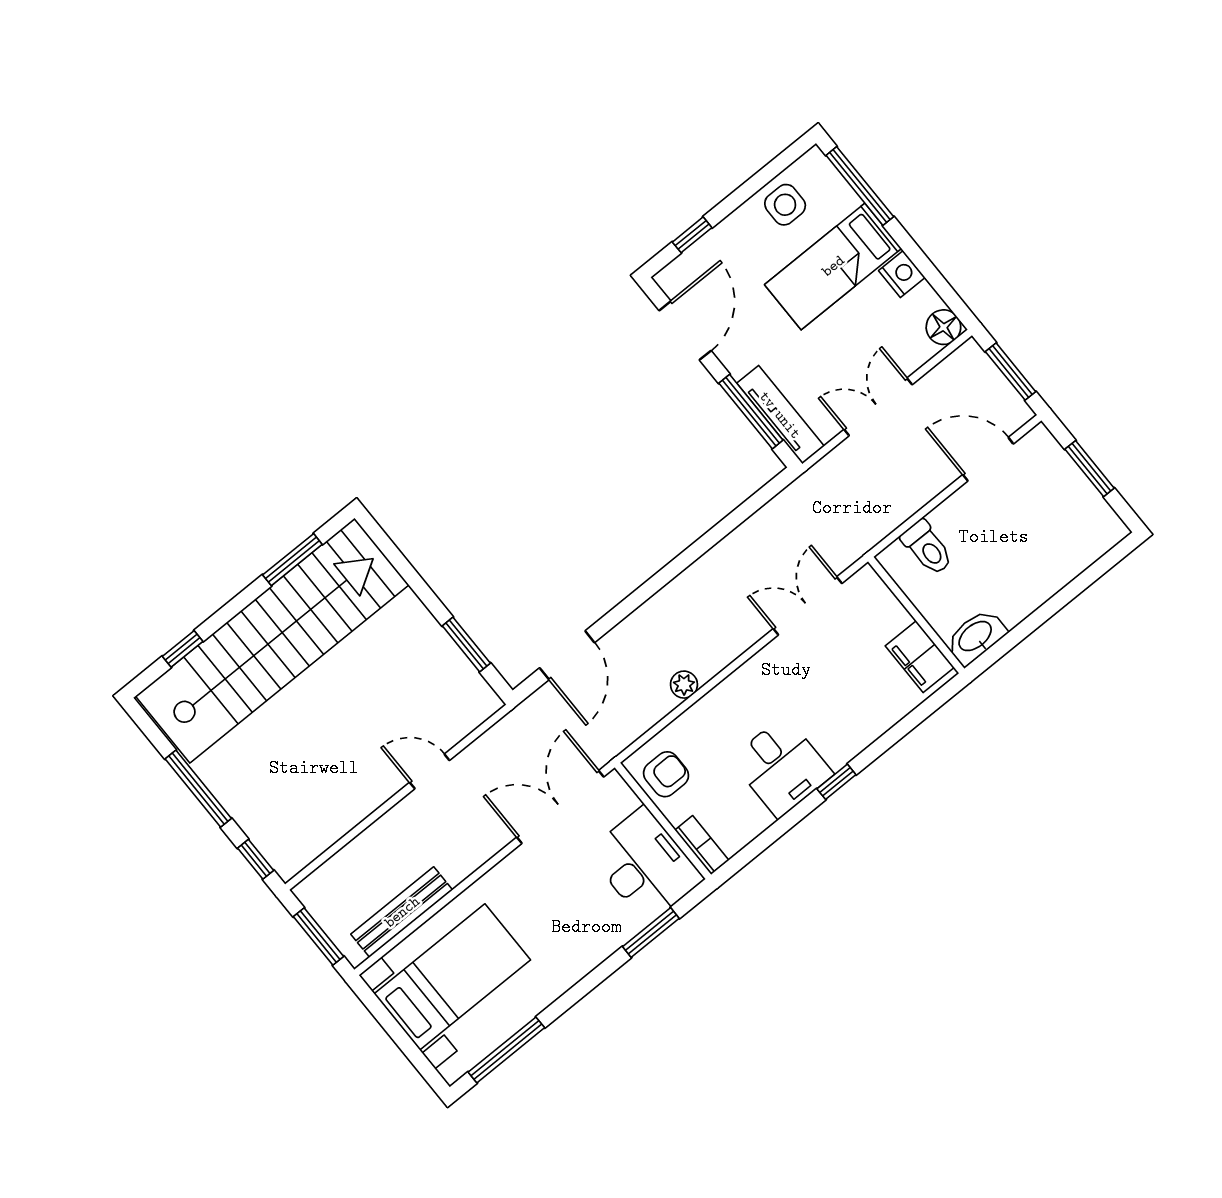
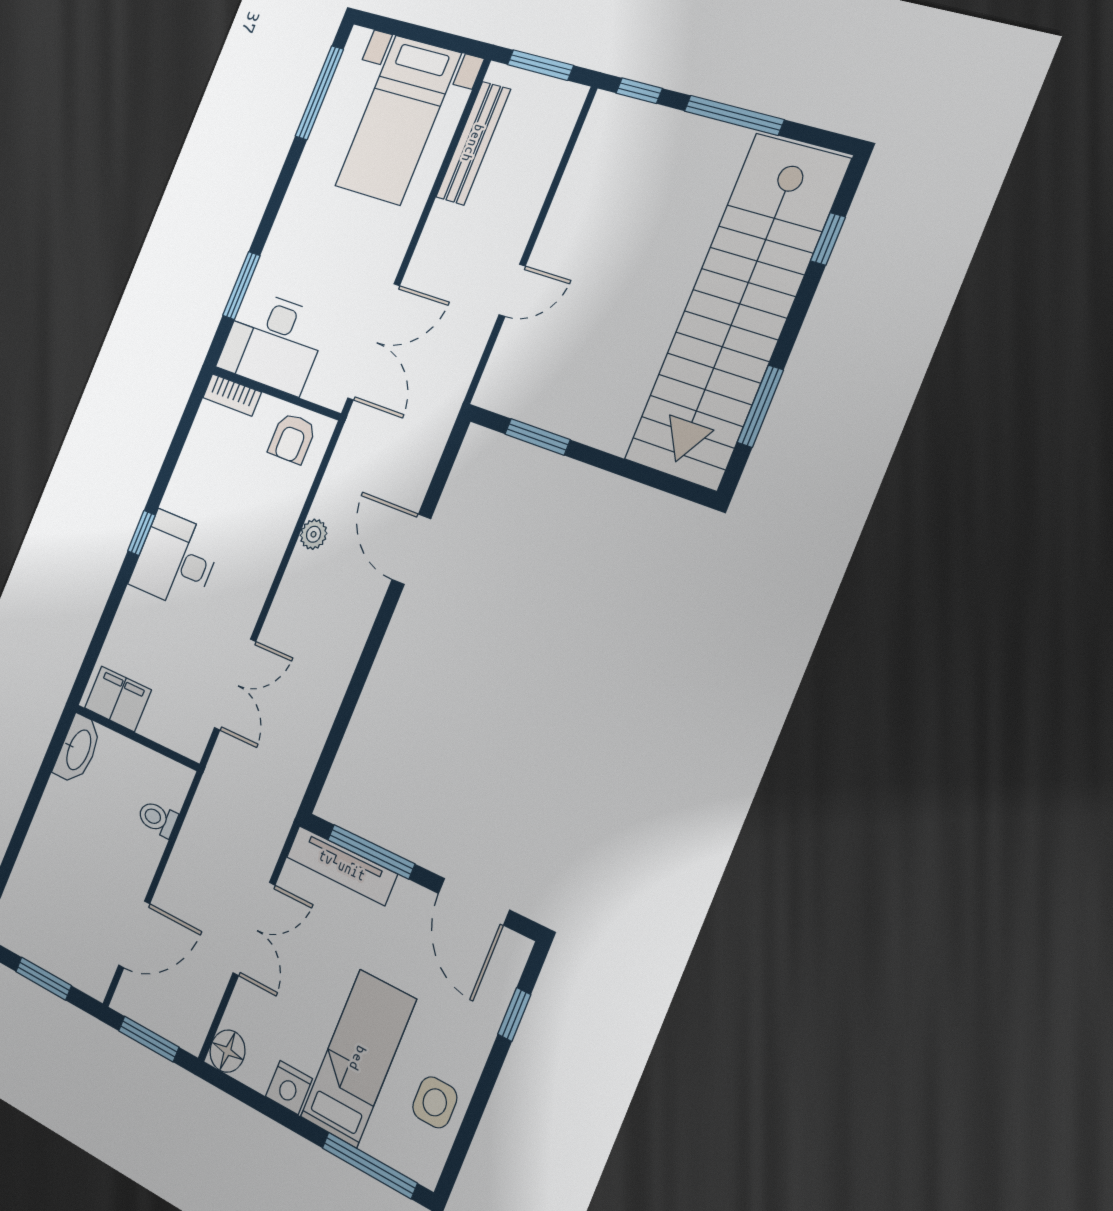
toilet: (927, 548) -> (157, 819), width x0.73, depth x0.72
door: (567, 655) -> (411, 549), moved
desk: (782, 767) -> (176, 560), moved

